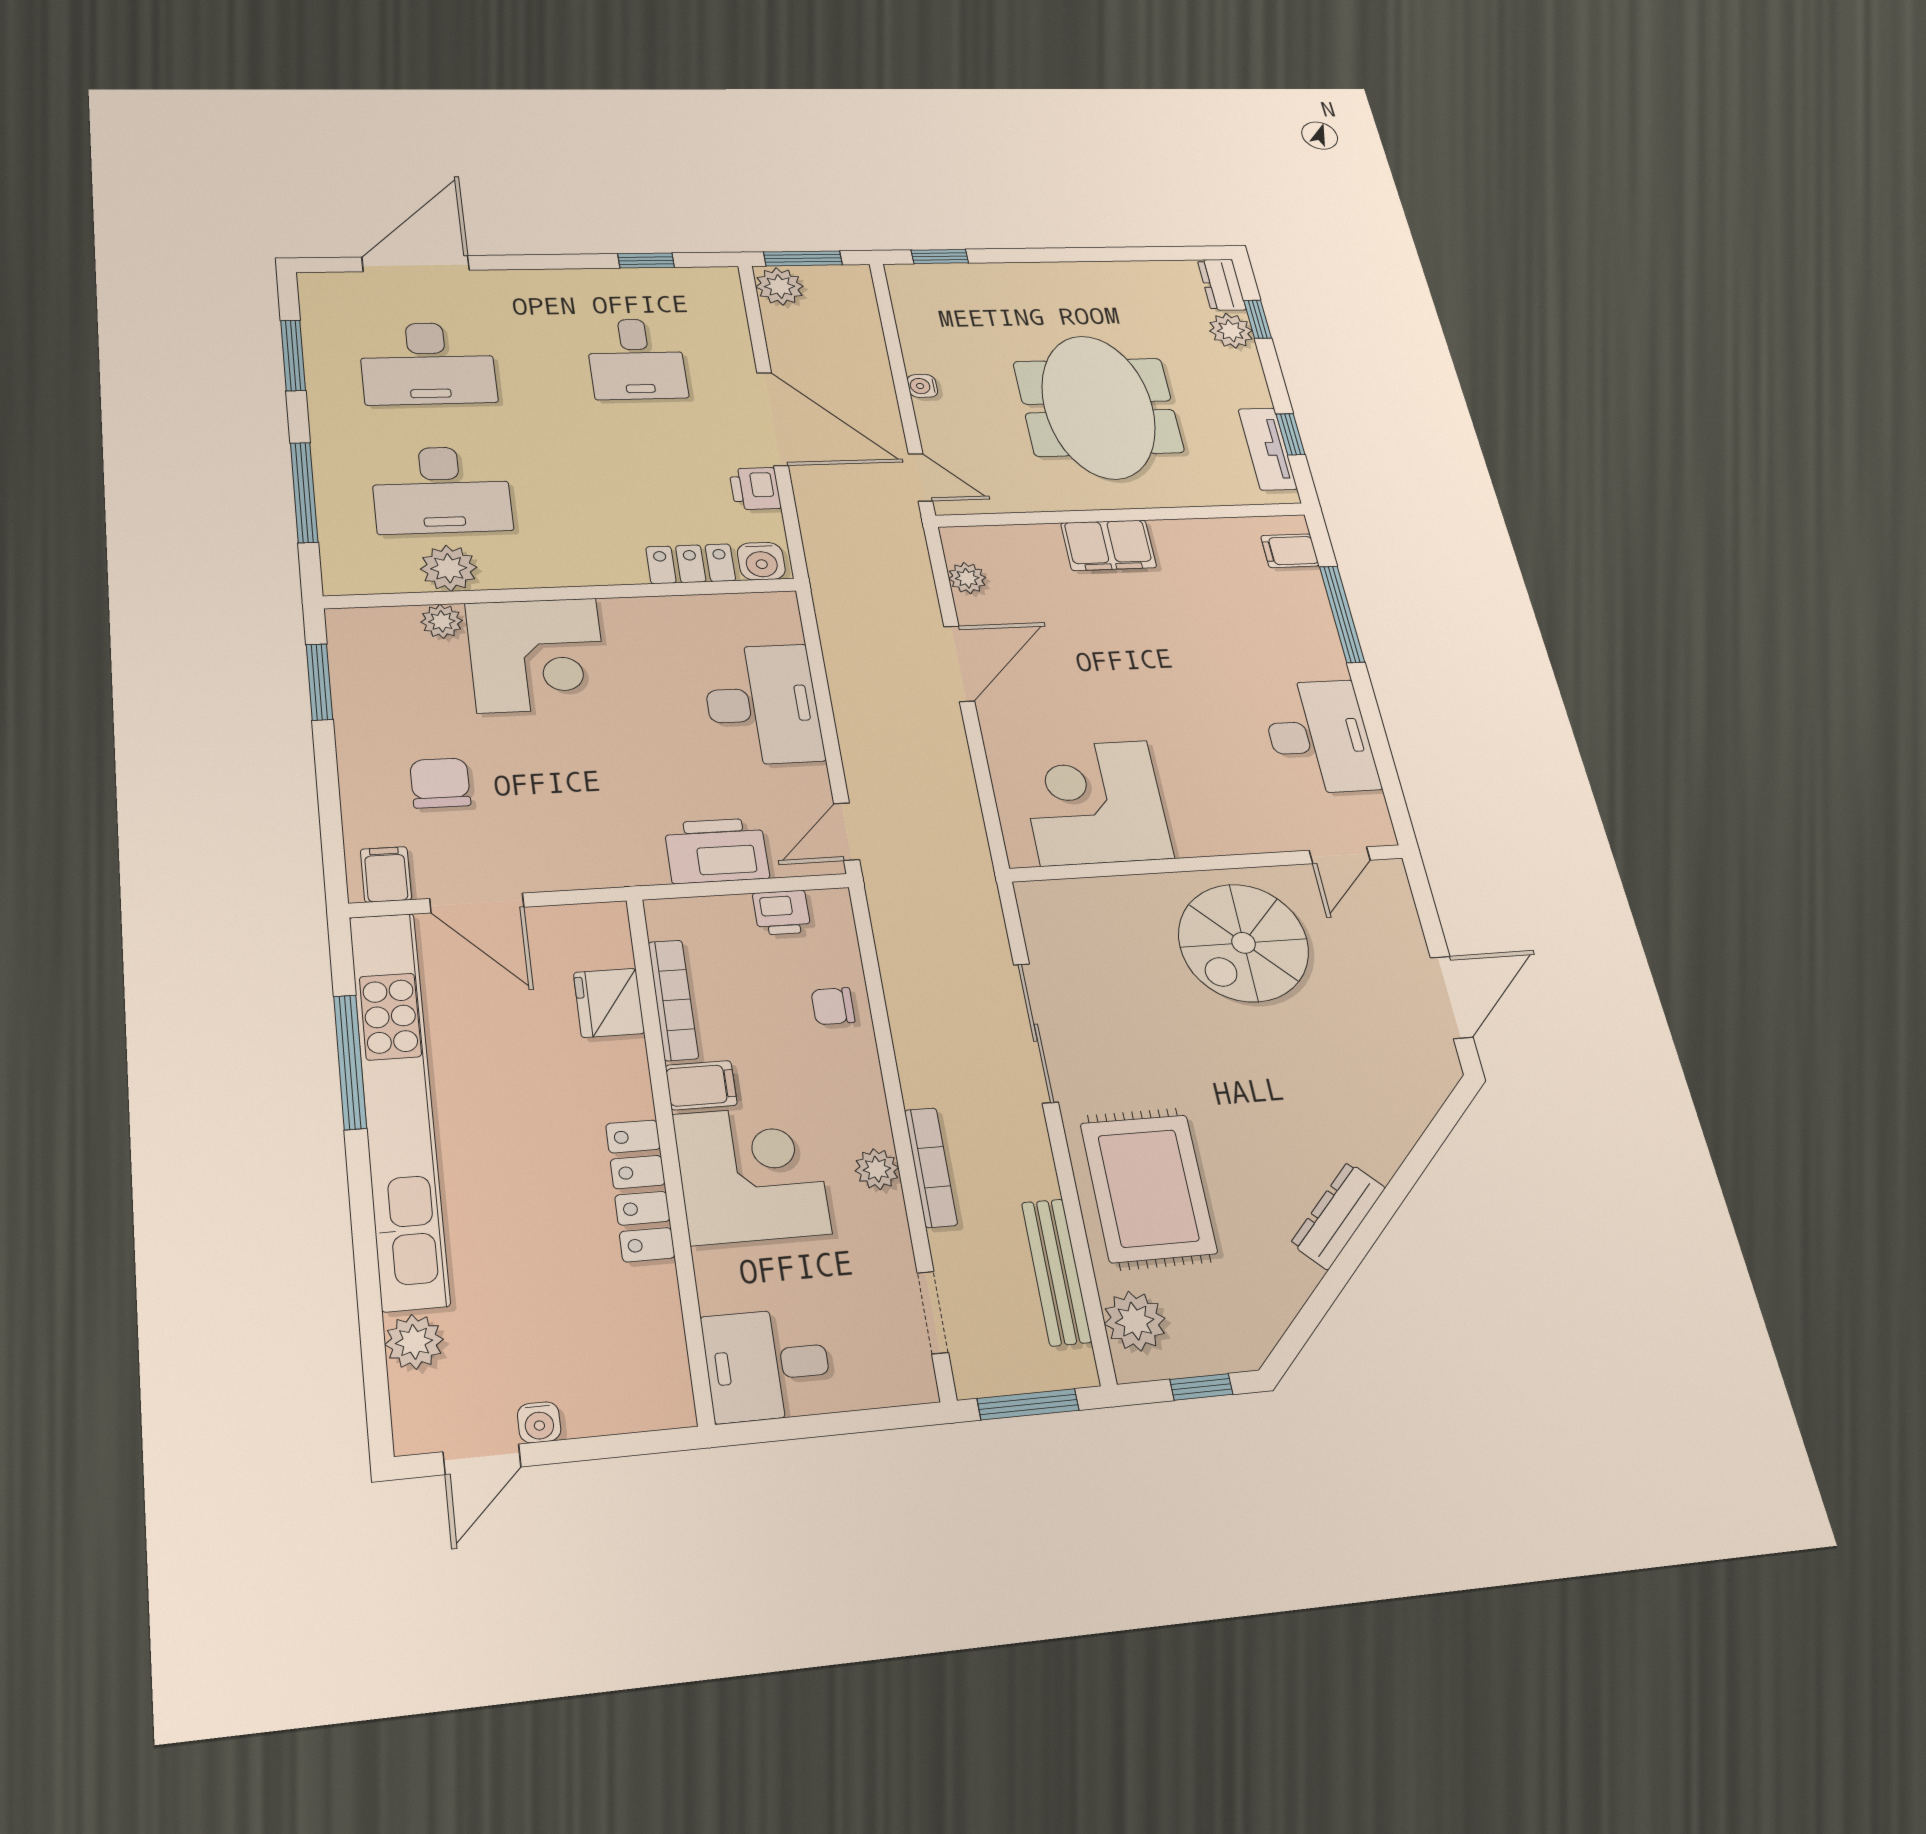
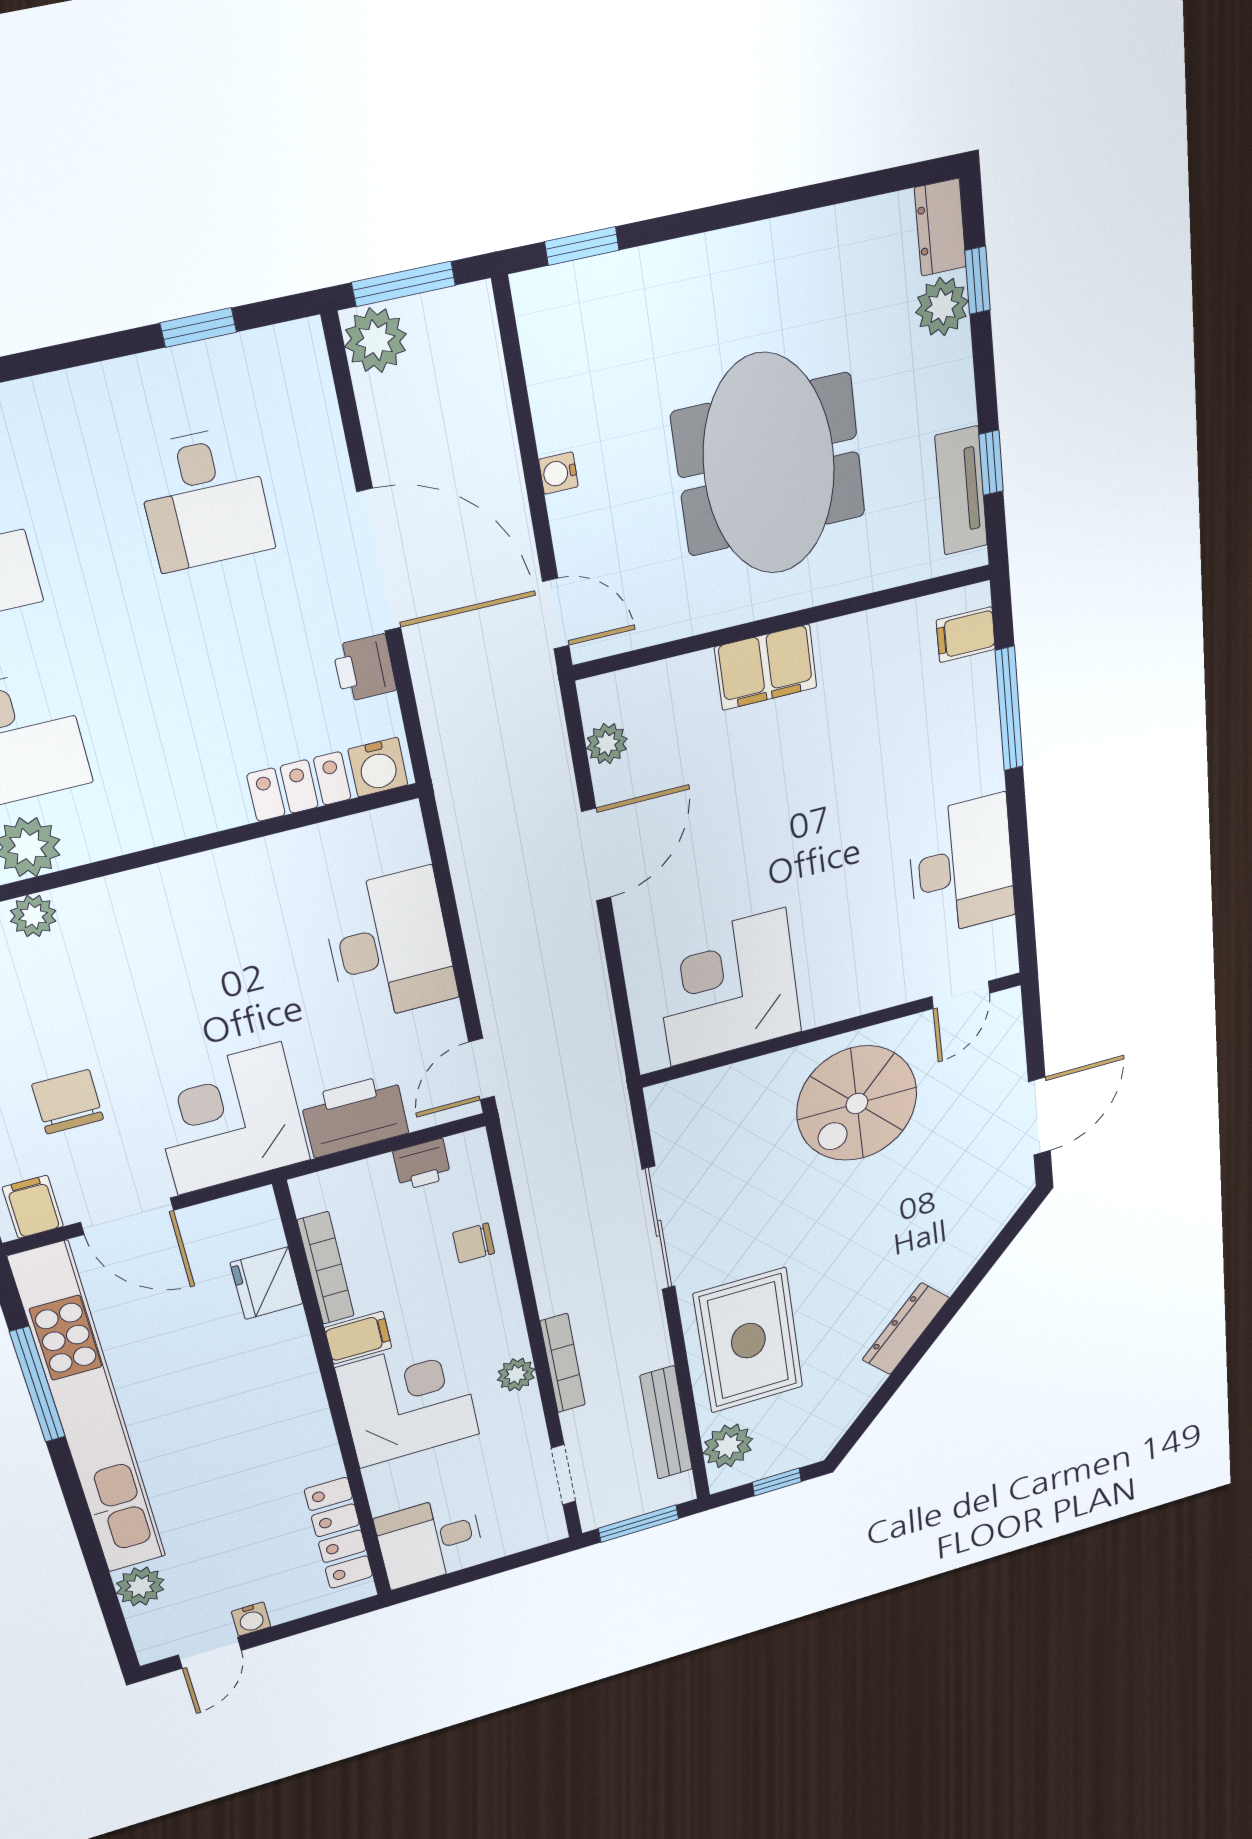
corner desk: (537, 655) -> (229, 1119), moved, turned 180
locker: (640, 1190) -> (339, 1533), moved

